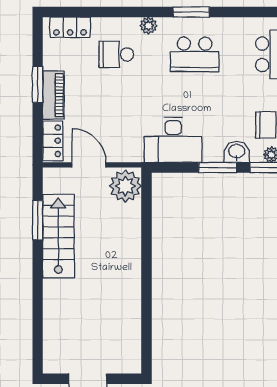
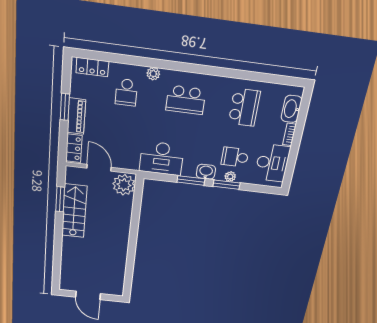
window: (191, 12) -> (188, 67), removed
school desk: (116, 54) -> (126, 92), turned -90

